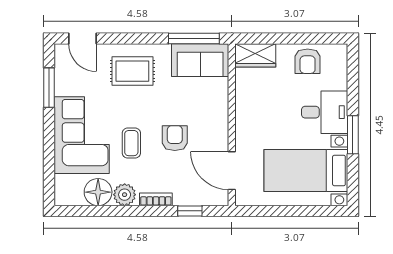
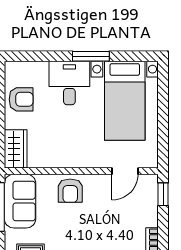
armchair: (175, 138) -> (70, 191), moved, turned -90
door: (232, 171) -> (125, 171), width x0.73
window: (190, 211) -> (163, 194), moved

